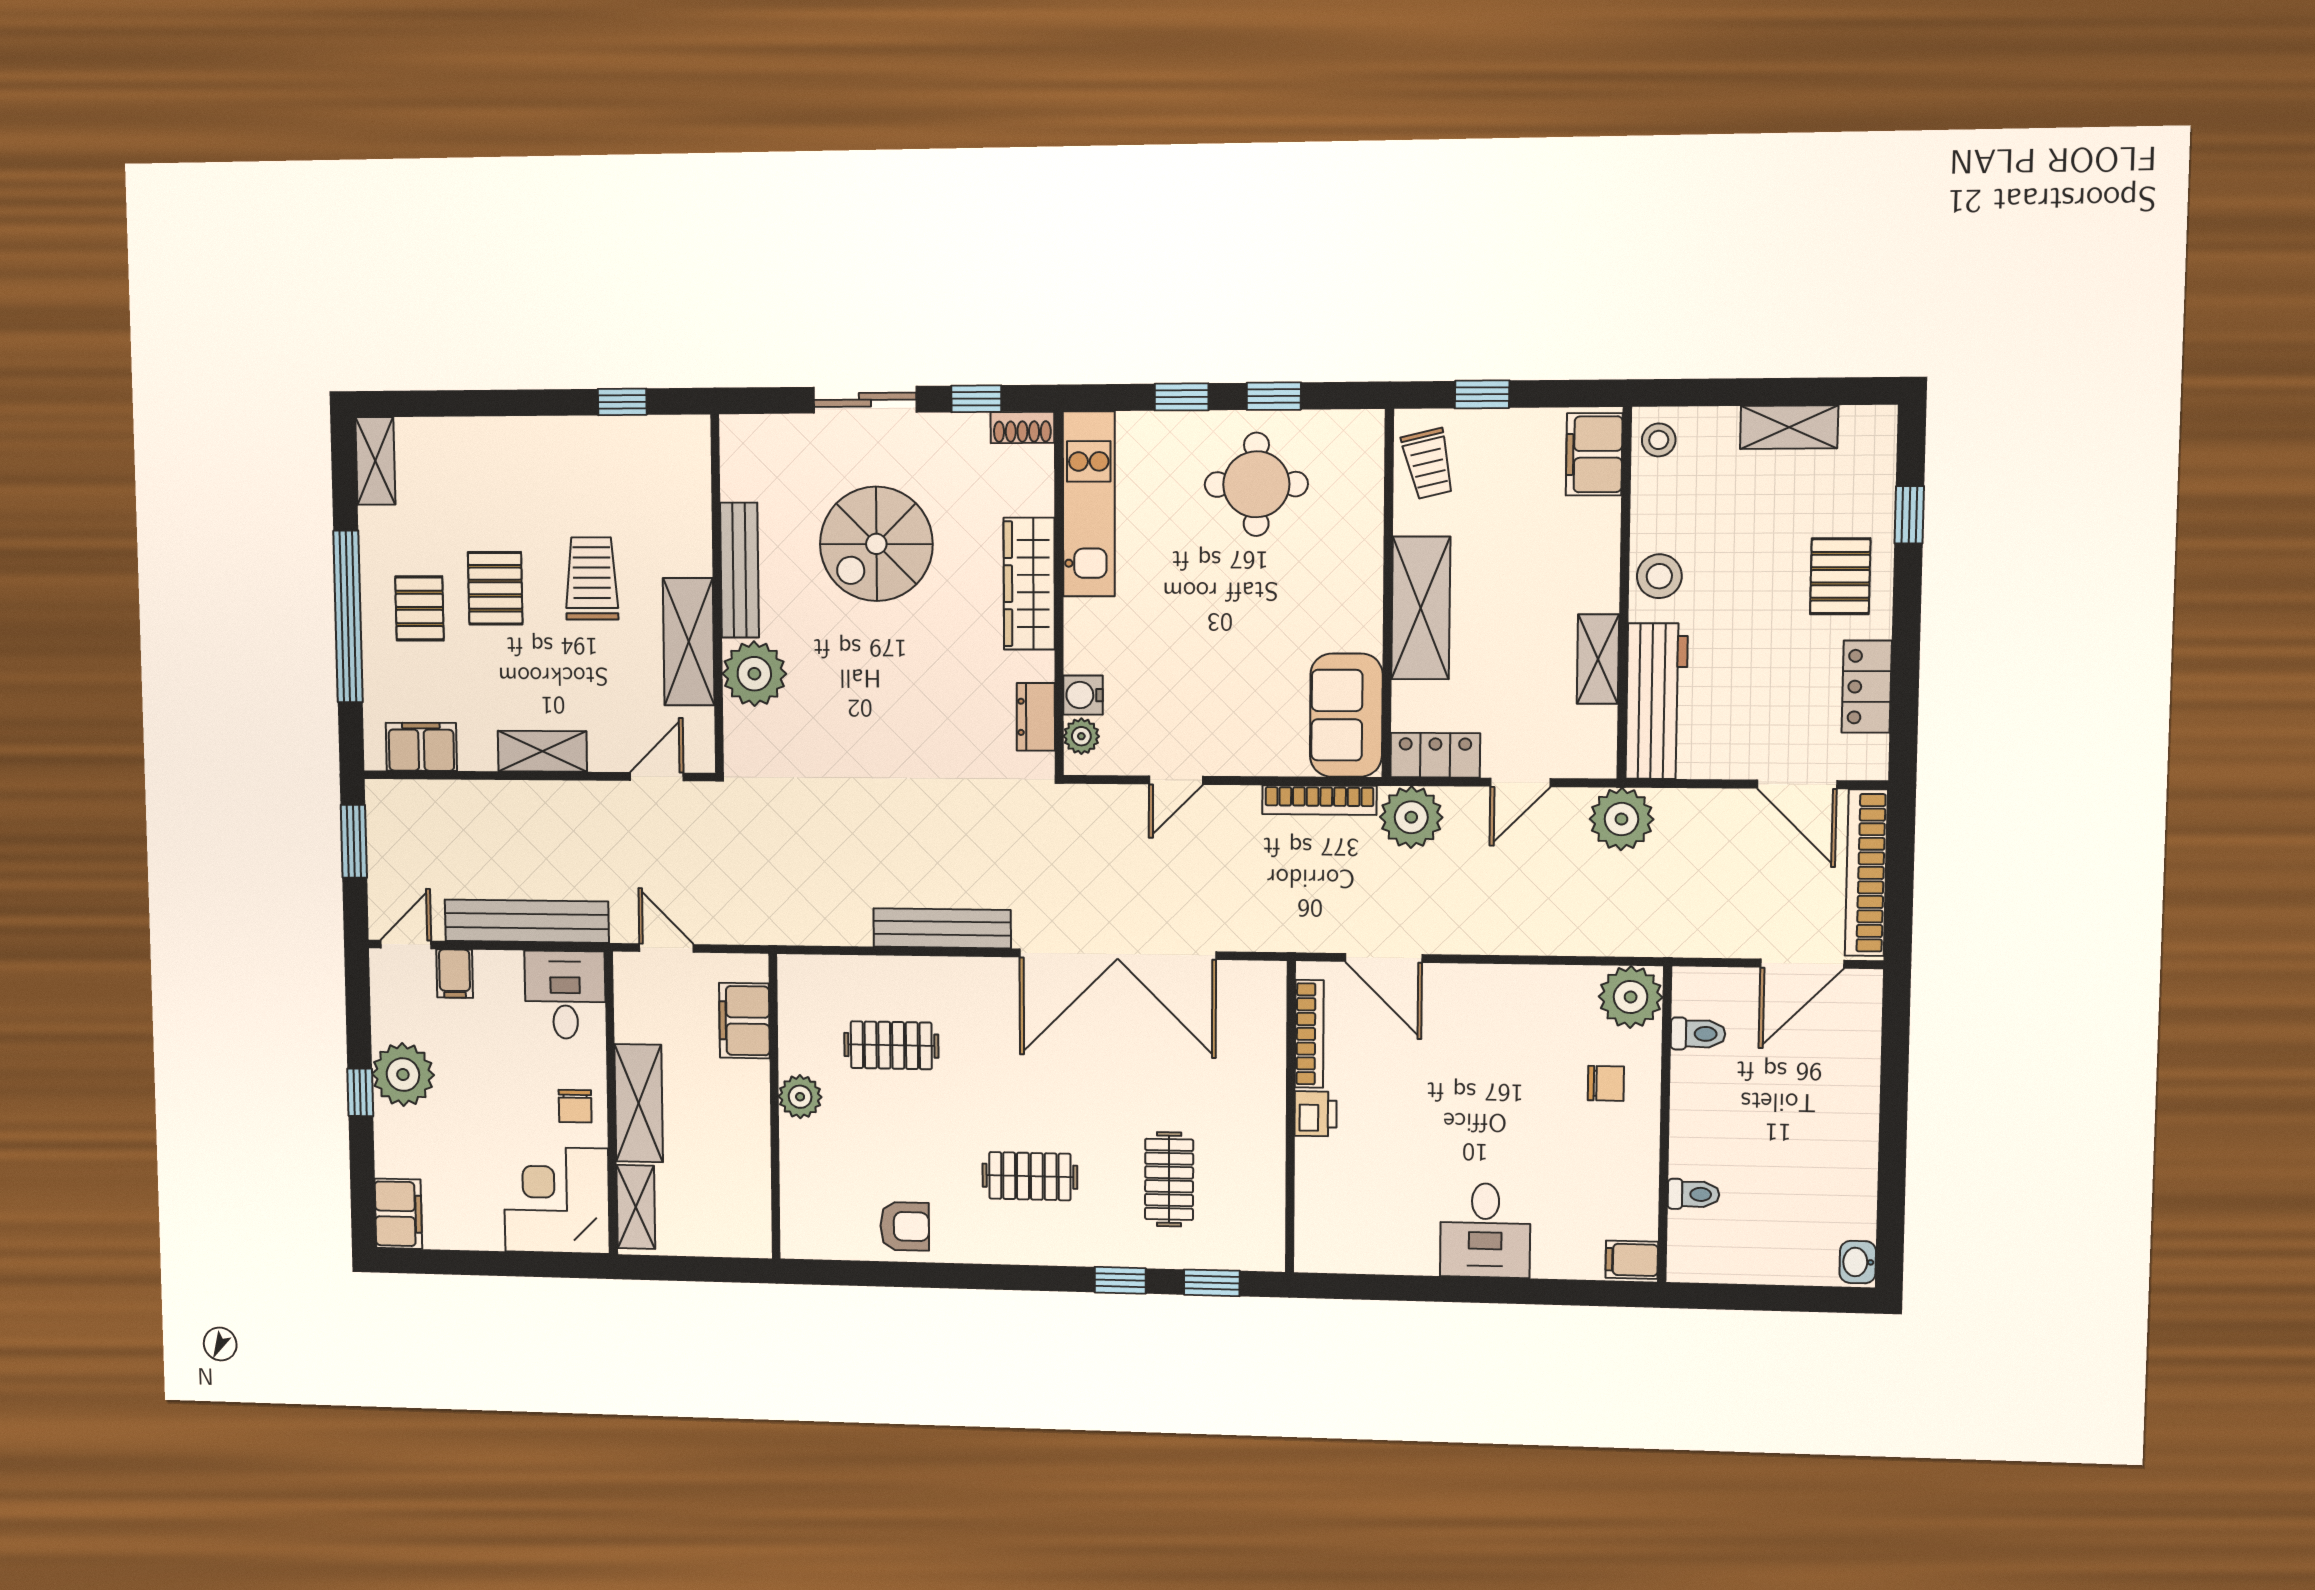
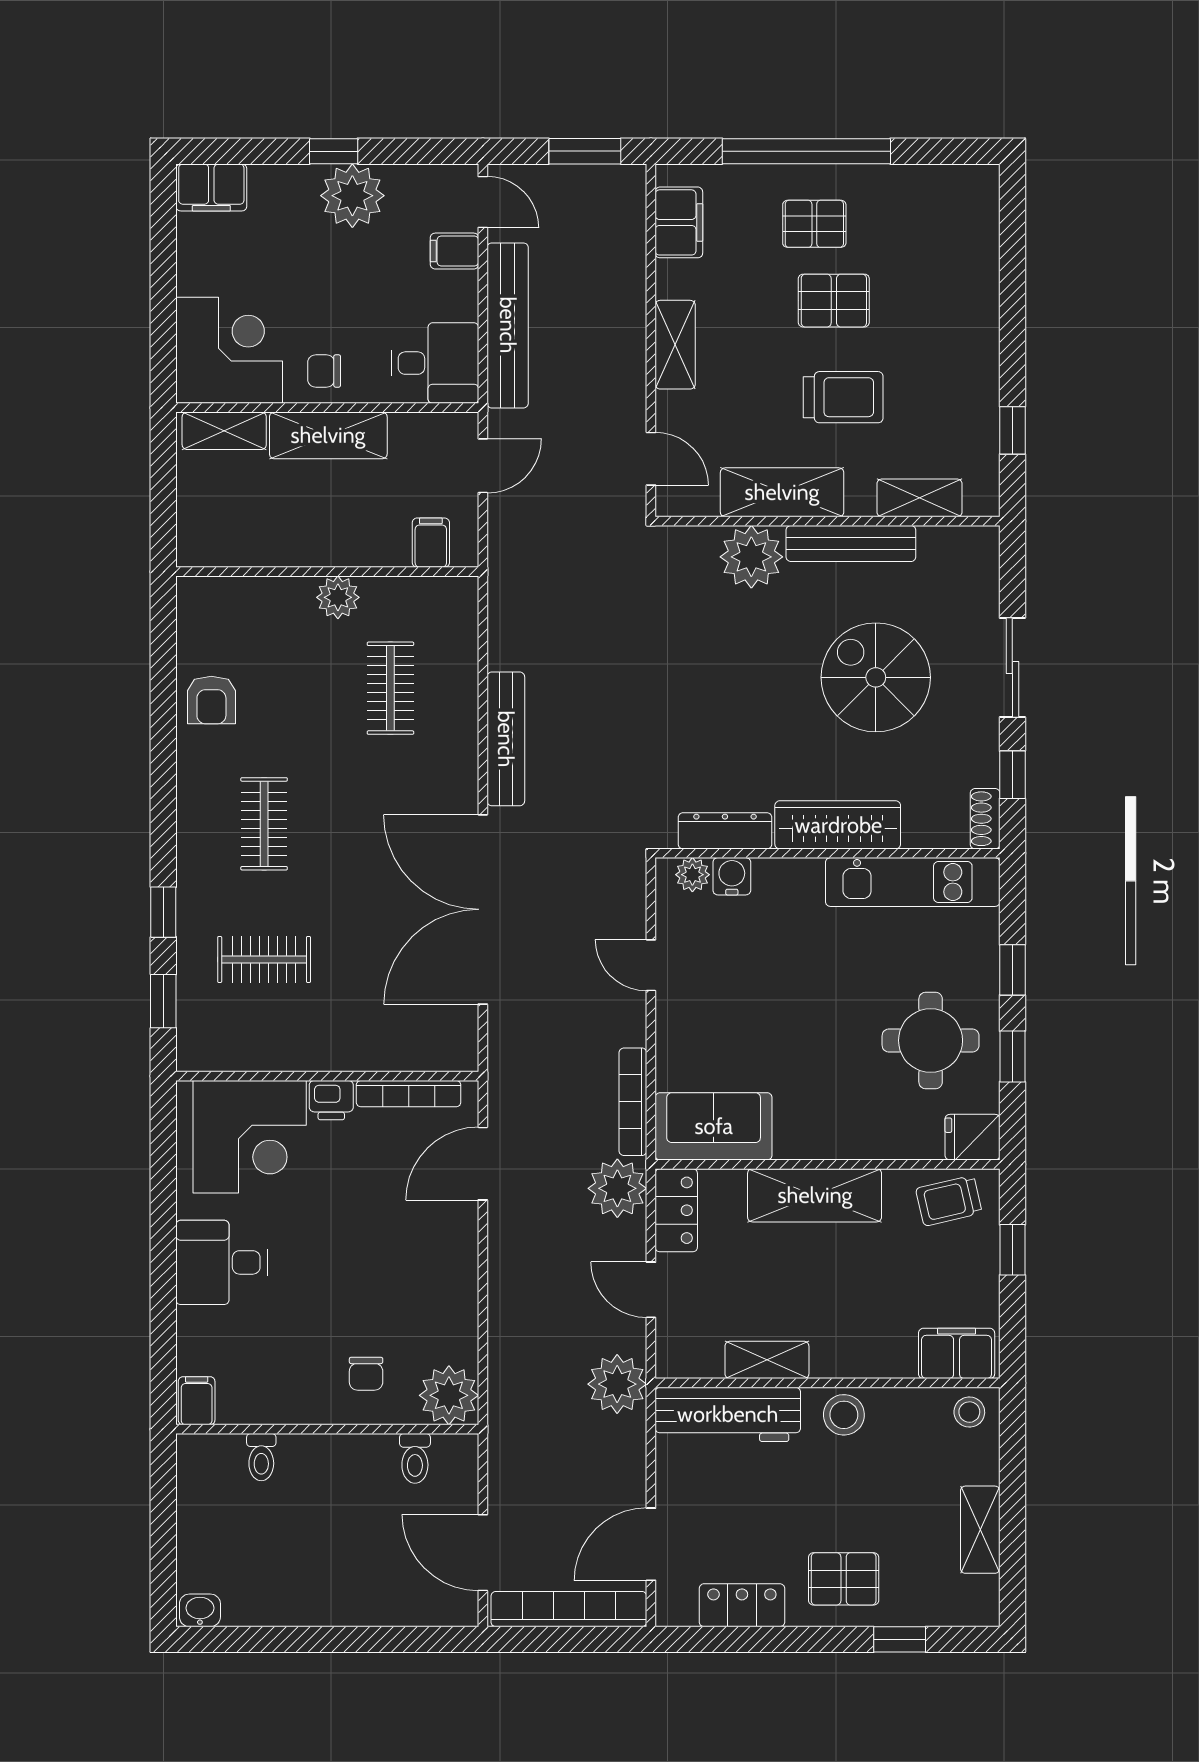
fridge: (1360, 439) -> (972, 1137), added
shelving: (375, 461) -> (919, 498), moved
dresser: (1036, 717) -> (725, 831), width x1.44
filing cabinet: (744, 1021) -> (431, 543), width x0.50
corner desk: (1353, 1198) -> (250, 1137), added

